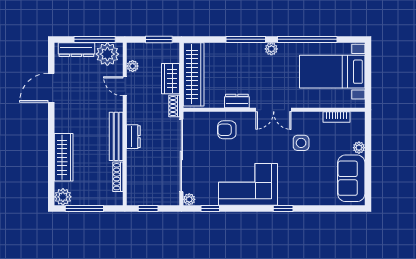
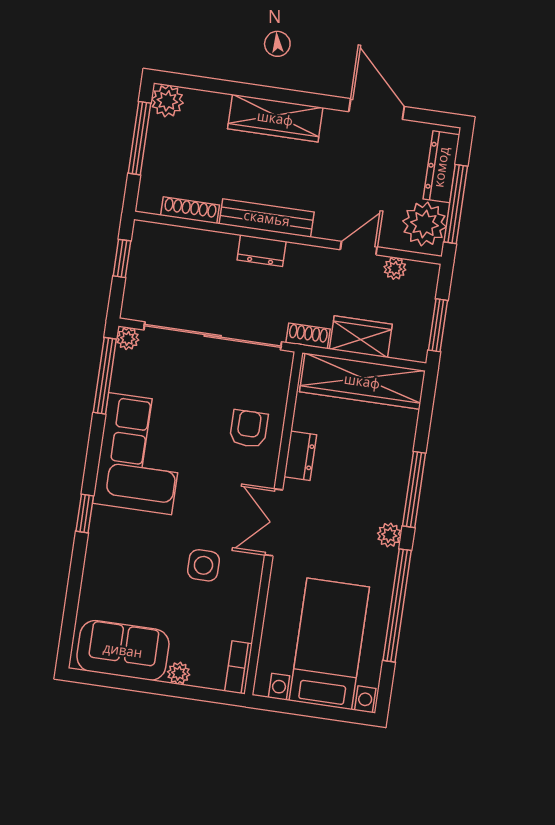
bookcase: (337, 117) -> (238, 667), moved
wardrobe: (64, 157) -> (275, 118), moved
window: (210, 208) -> (105, 376), width x2.17

